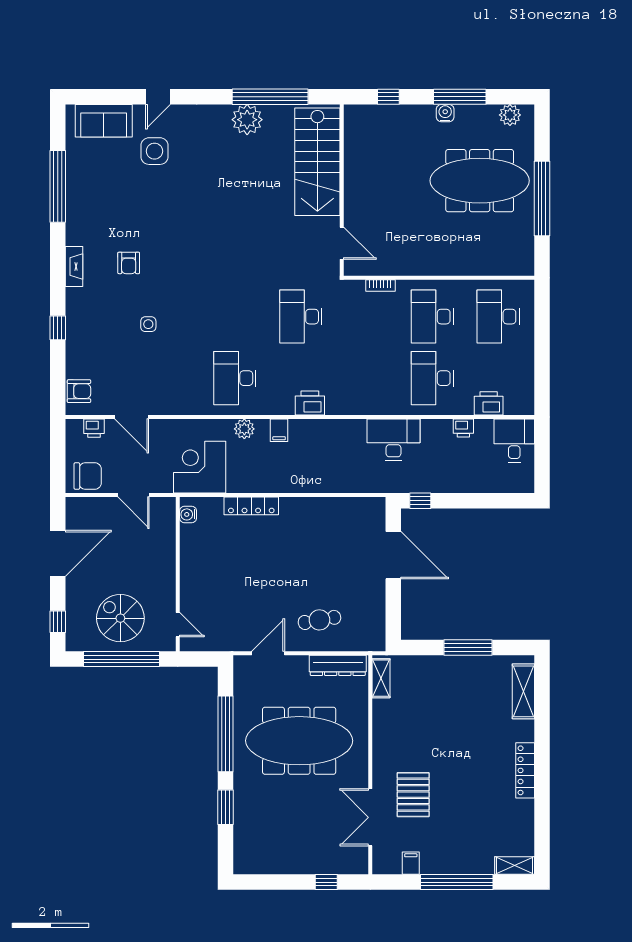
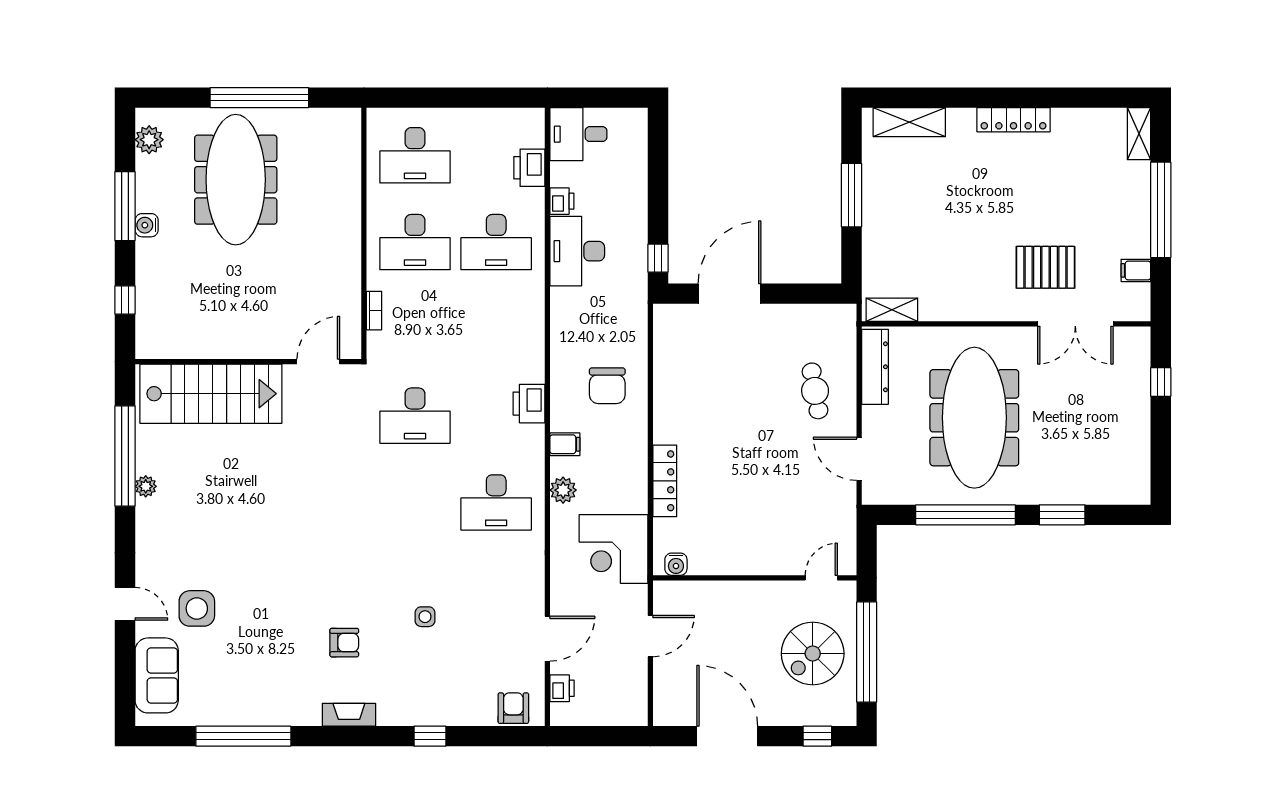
plant: (247, 120) -> (146, 486), width x0.53, depth x0.53
desk: (393, 440) -> (577, 251), moved
chair: (88, 476) -> (607, 386), moved, turned 180

